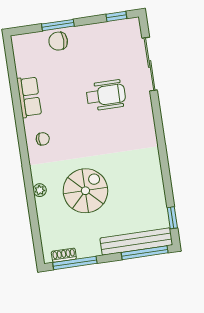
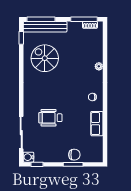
water cooler: (132, 26) -> (28, 157), added
spiral stairs: (85, 191) -> (45, 58), moved, turned 90

